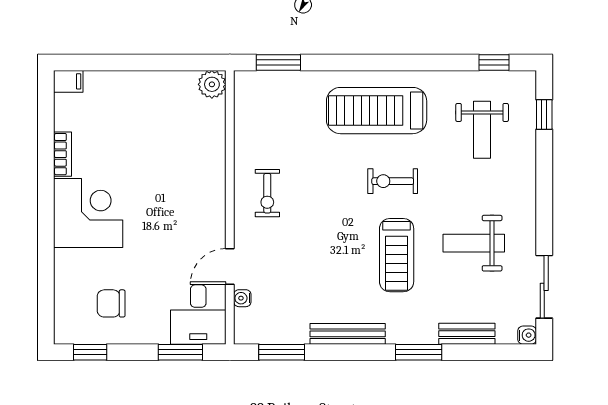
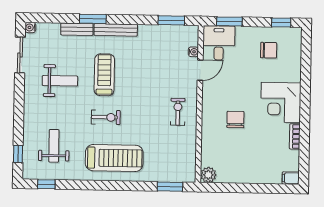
chair: (167, 182) -> (235, 119), added
bench: (348, 334) -> (116, 30), moved
bench: (467, 334) -> (77, 29), moved

